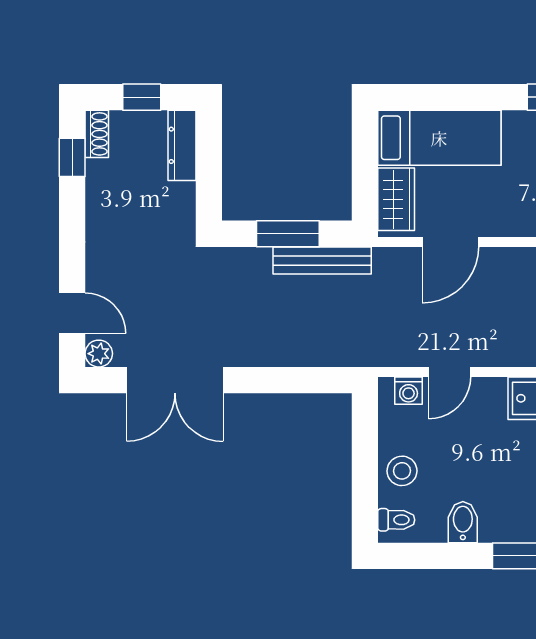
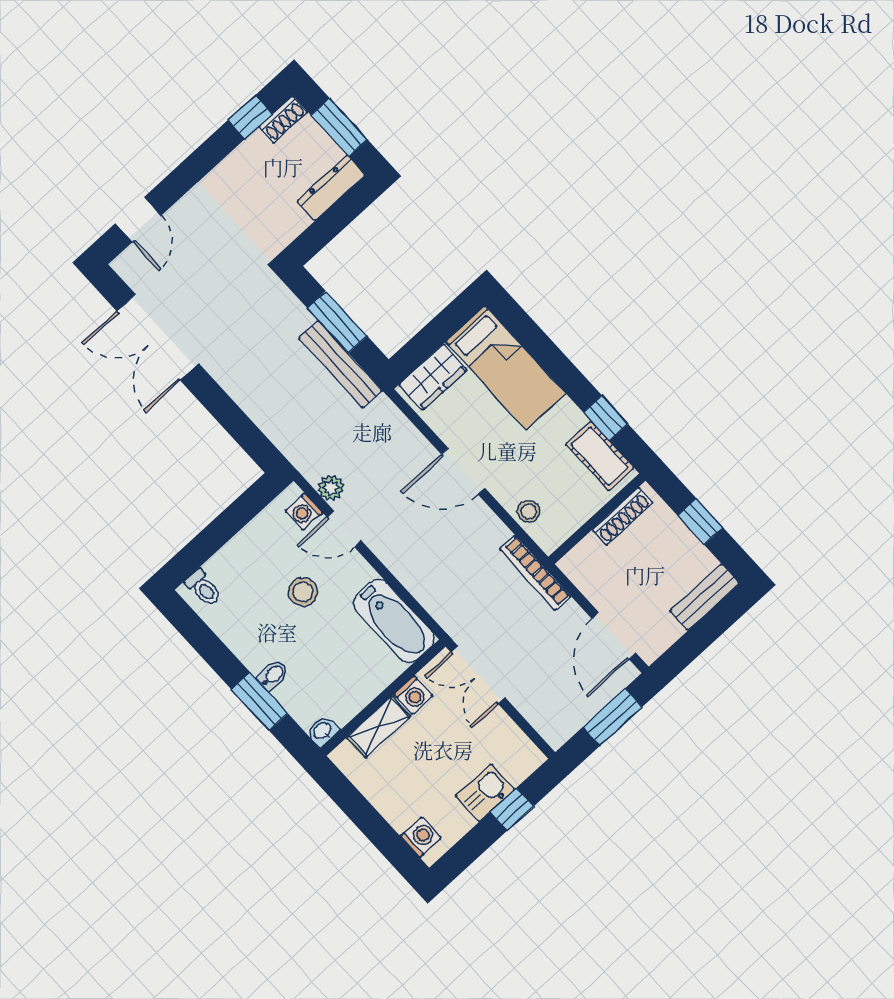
window: (142, 97) -> (339, 127), width x1.50
door: (450, 242) -> (463, 471), moved
plant: (99, 354) -> (331, 488), moved
stool: (402, 471) -> (303, 592), moved
bidet: (463, 522) -> (273, 675), moved, width x0.72, depth x0.74

